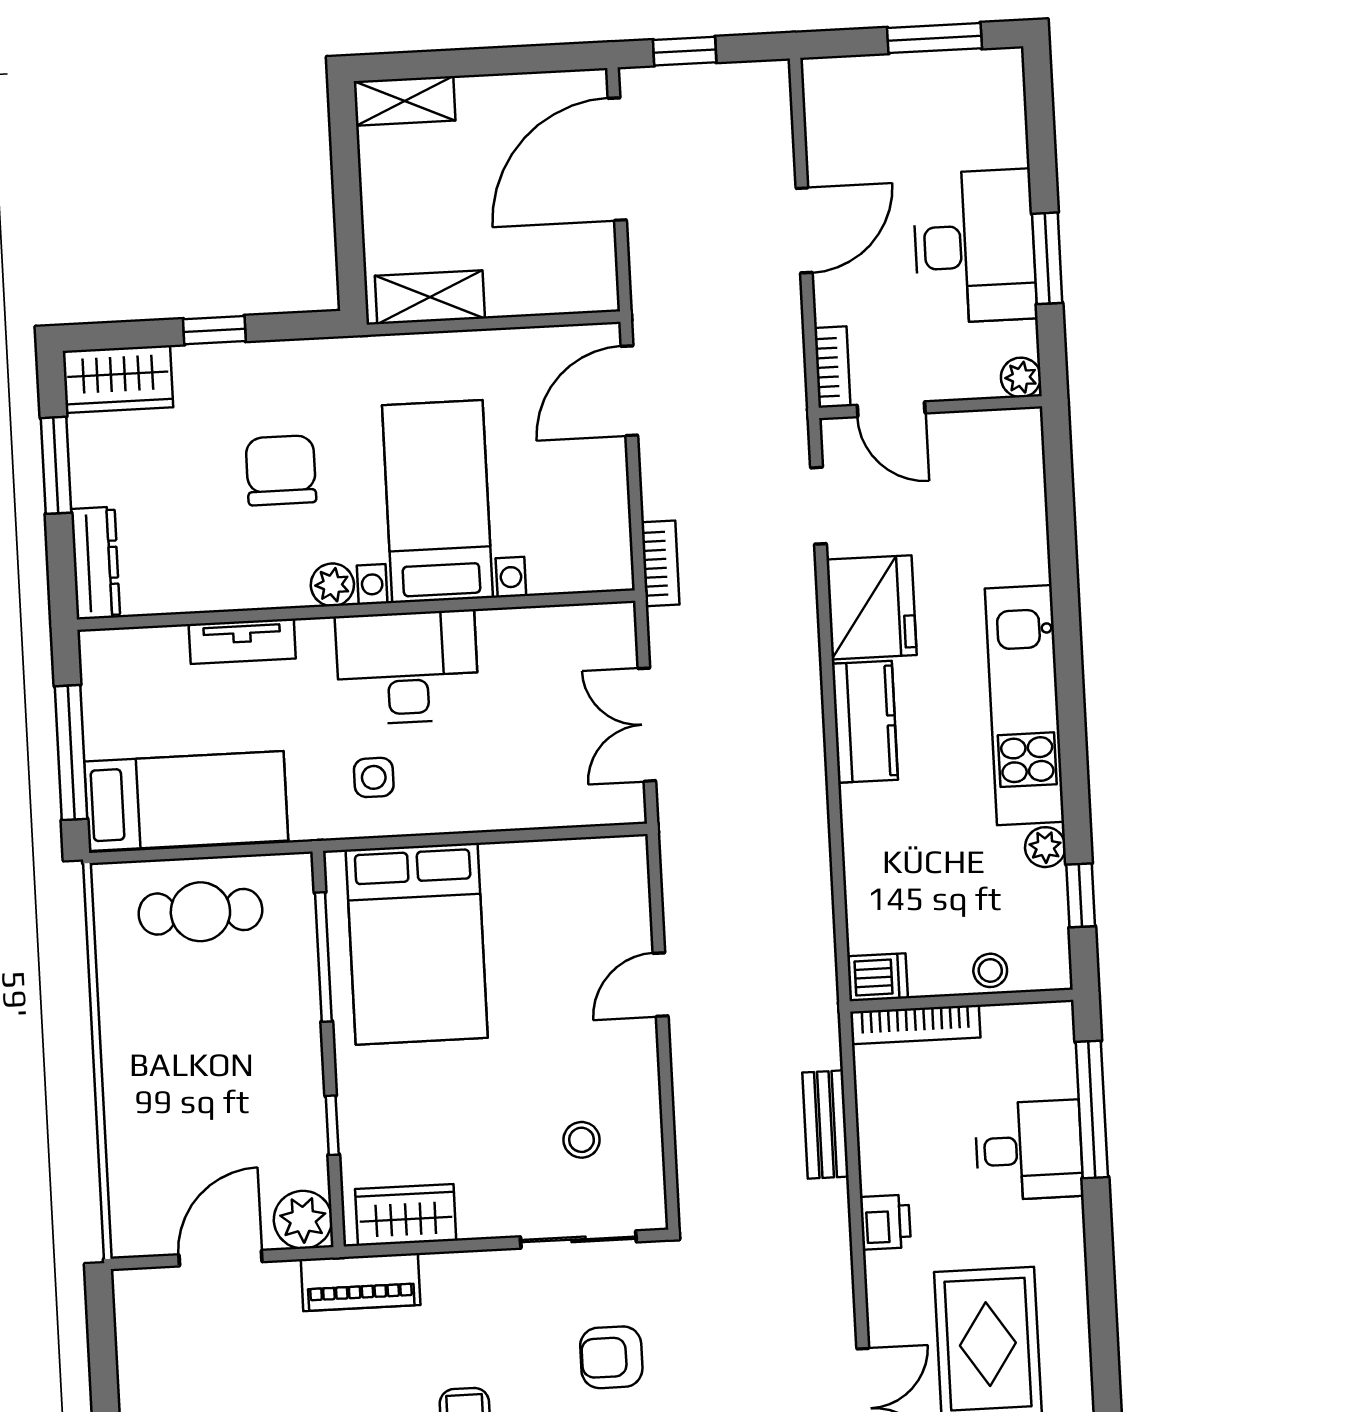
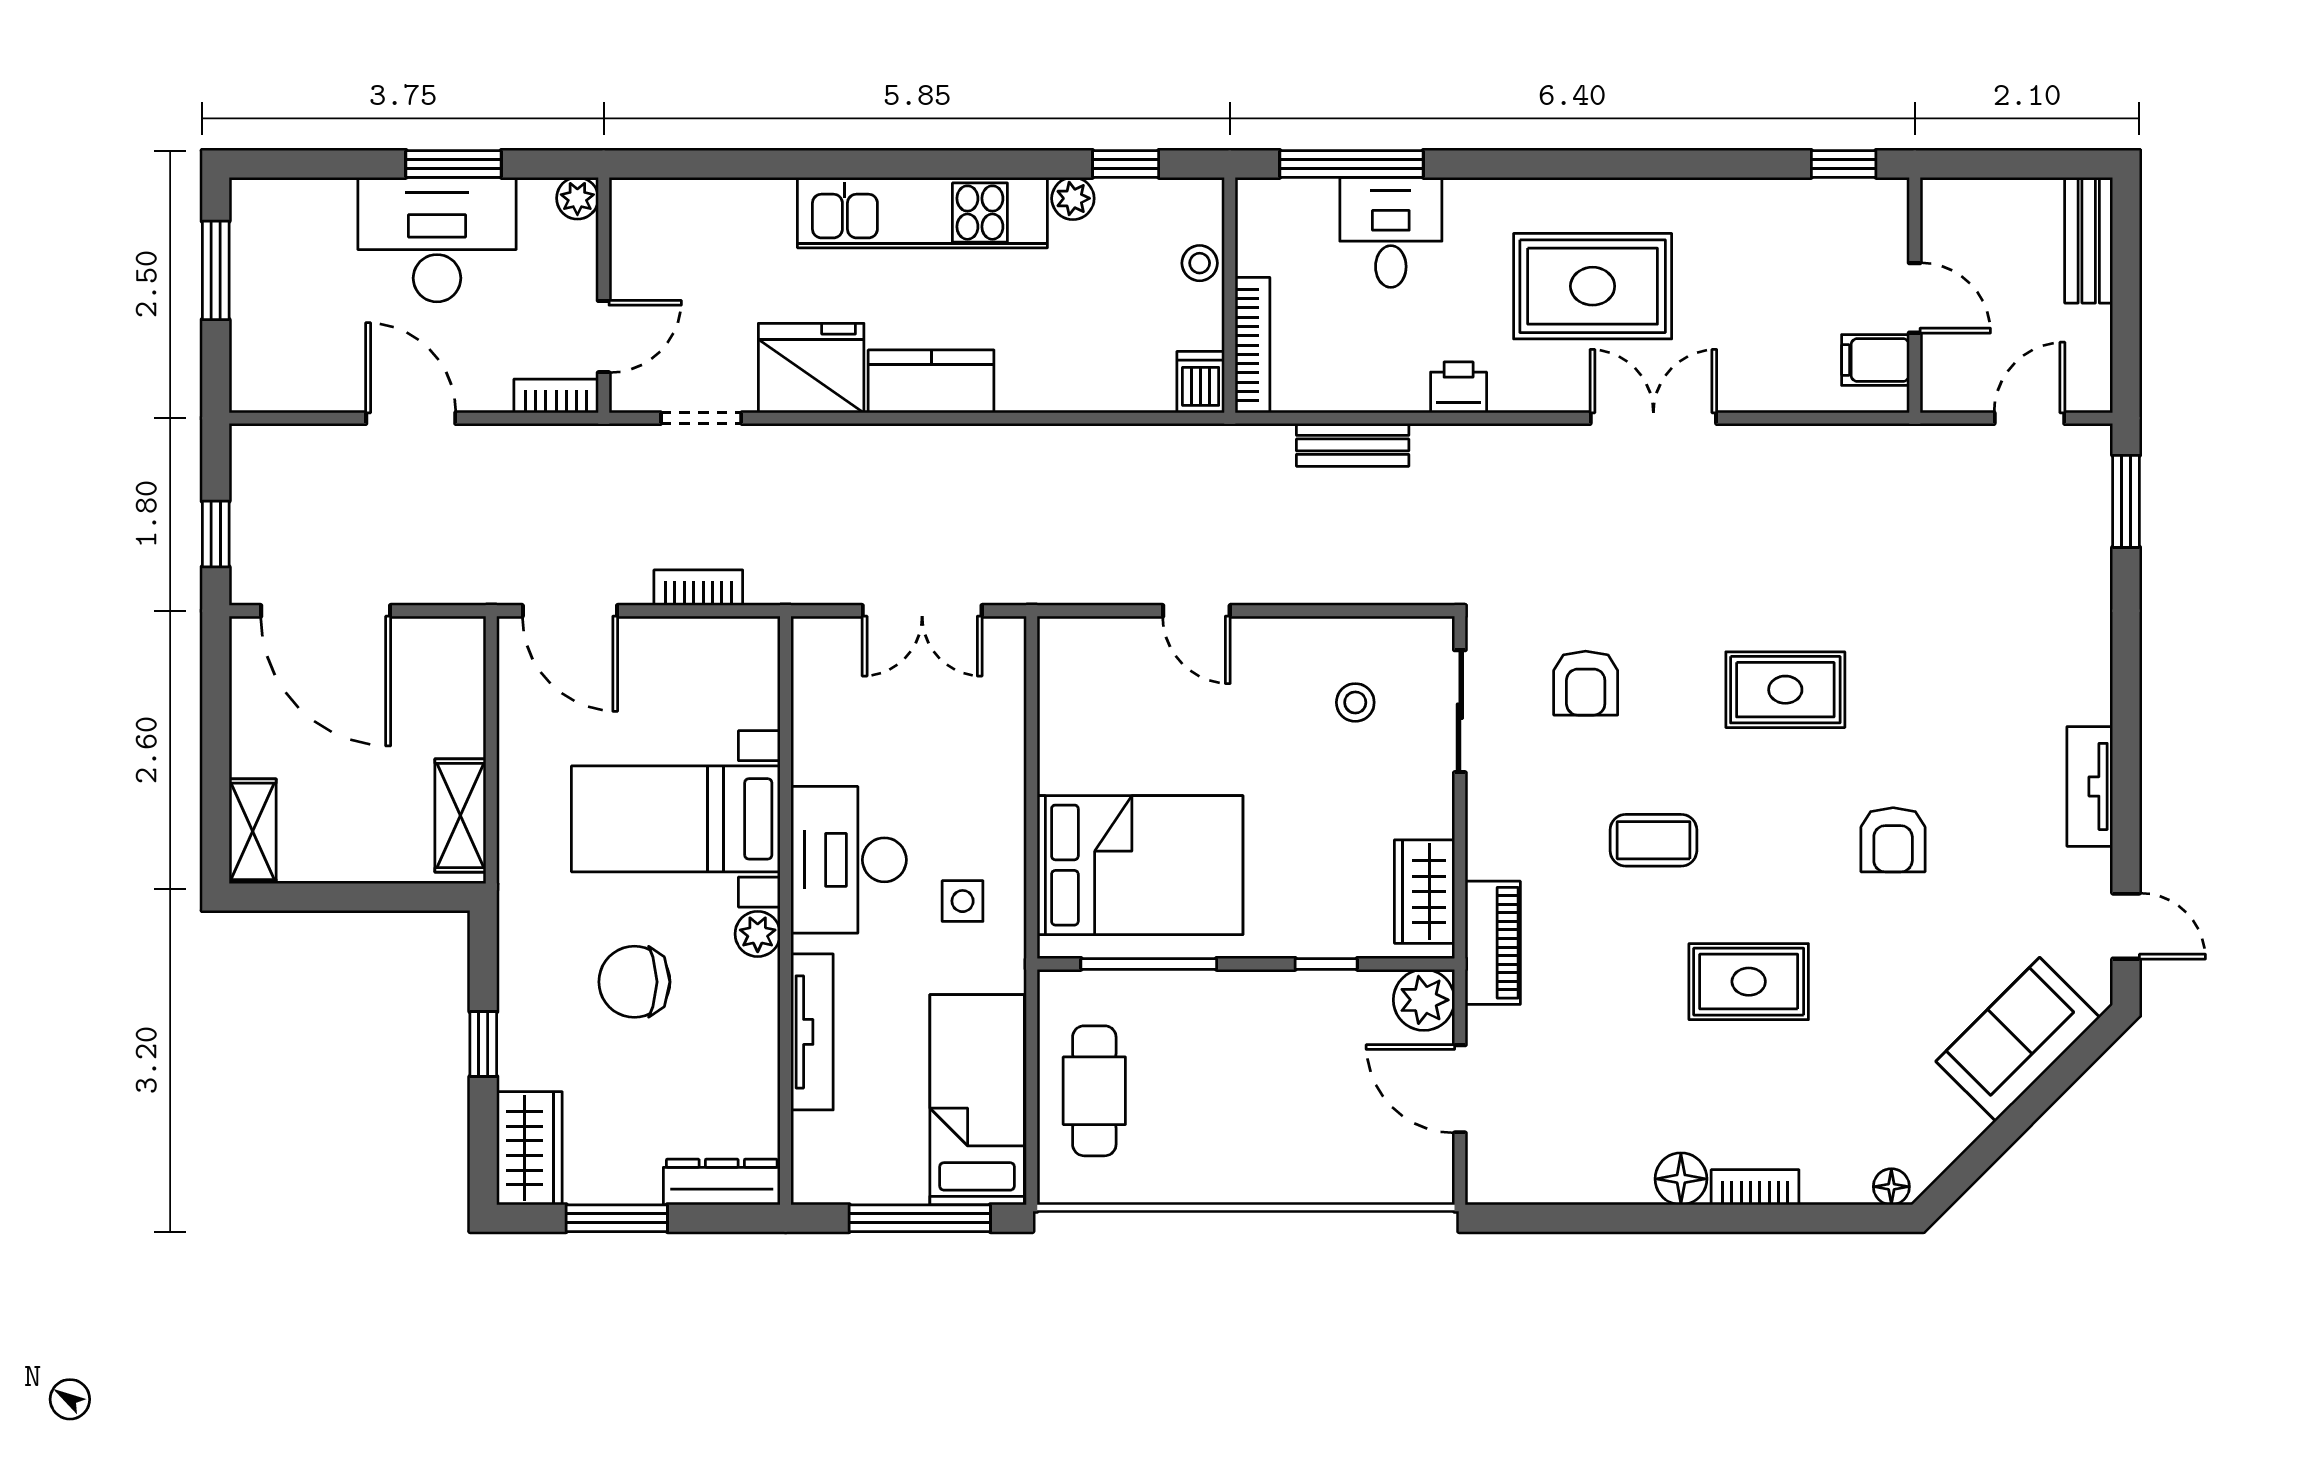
bookcase: (660, 563) -> (698, 588), moved
tv unit: (242, 641) -> (812, 1032), width x1.41

